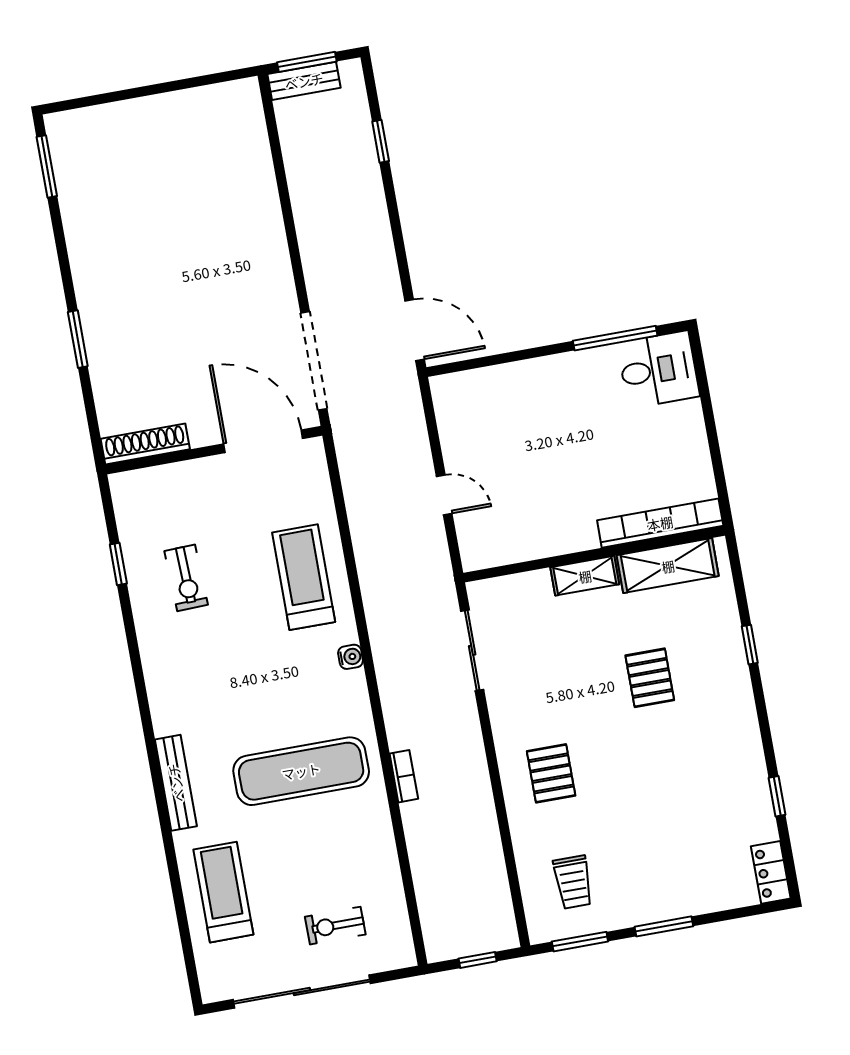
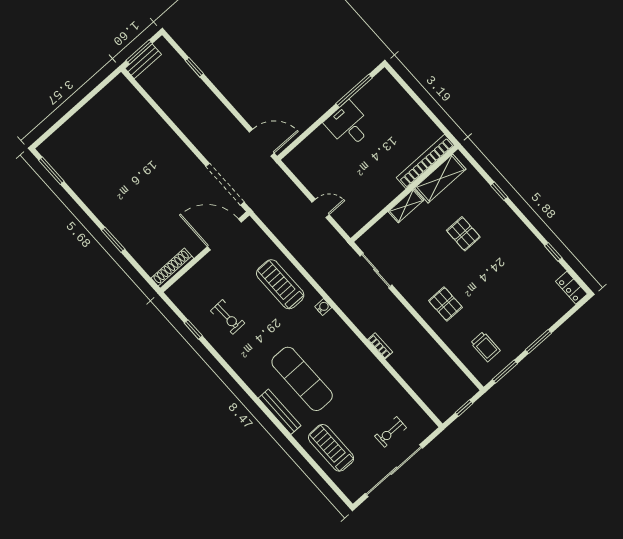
desk: (658, 370) -> (348, 125), moved, turned -90
exercise mat: (301, 771) -> (302, 379), moved, turned 90

